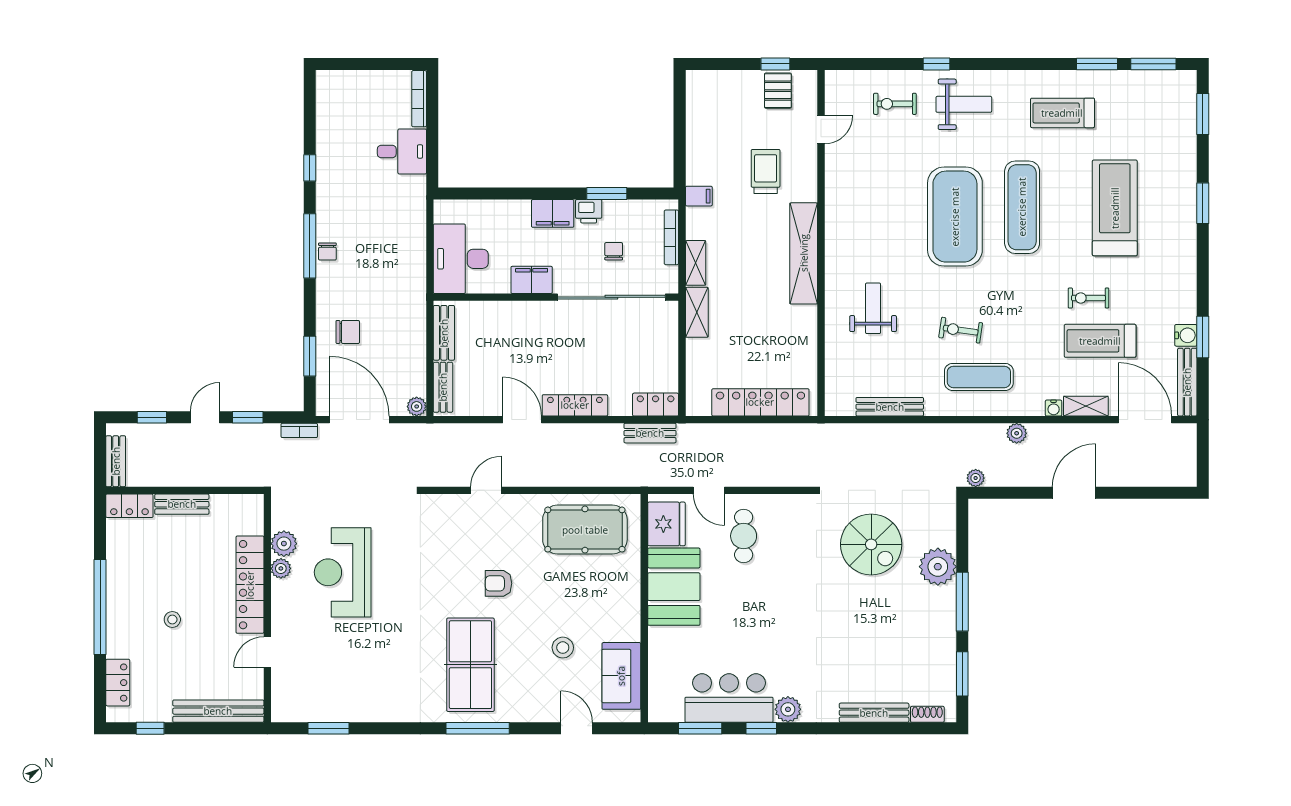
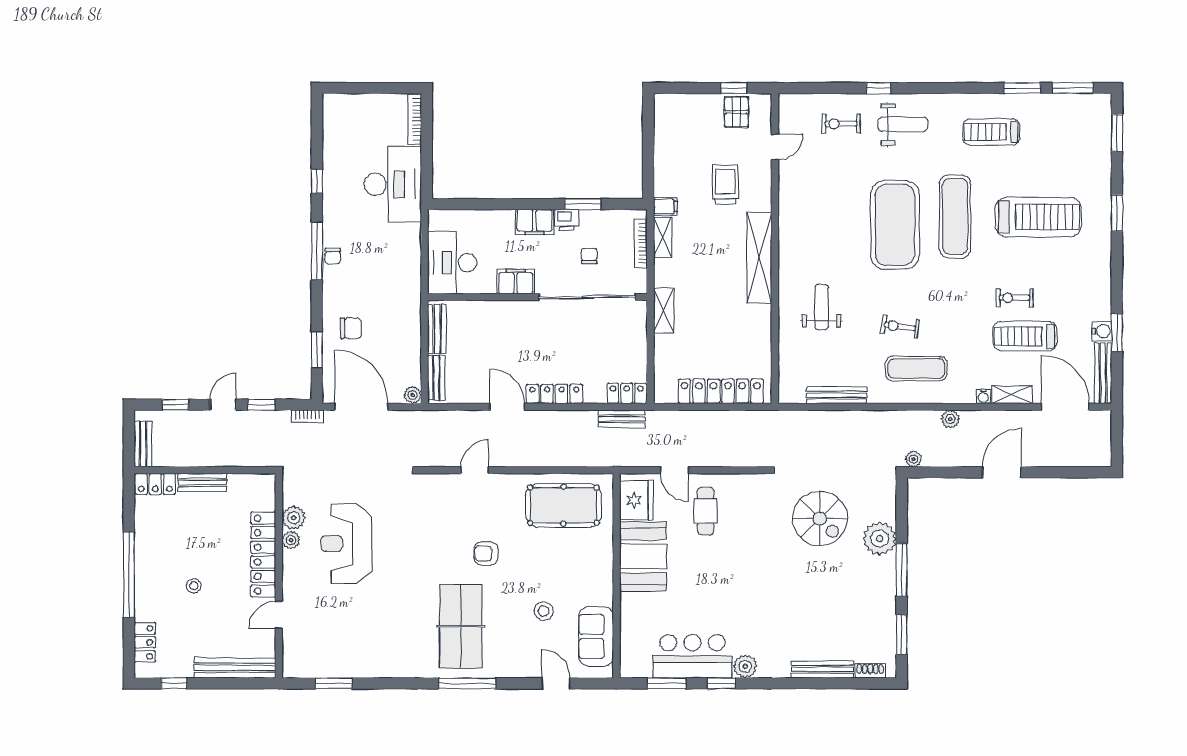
desk: (402, 151) -> (393, 184), width x1.87, depth x1.30
treadmill: (1115, 208) -> (1038, 217), turned 90
shelving: (696, 263) -> (663, 237), moved

